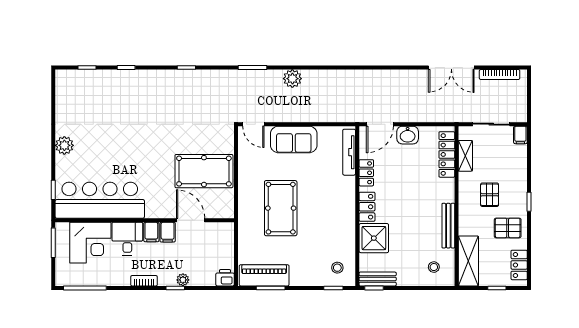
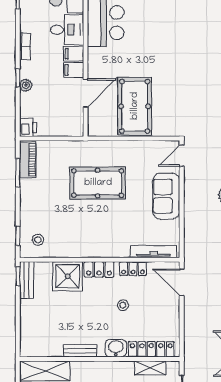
washbasin: (408, 135) -> (116, 348), moved, turned 90
bench: (448, 226) -> (80, 351), width x0.73
stool: (434, 267) -> (123, 305), moved
piano: (264, 275) -> (28, 160), width x0.73, depth x0.75

